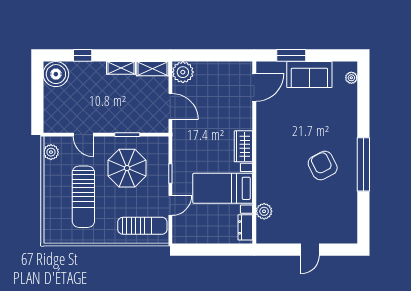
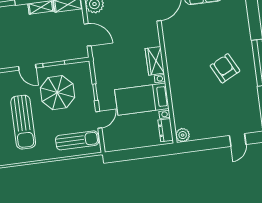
door: (83, 135) -> (27, 67), moved
plant: (264, 211) -> (183, 135), moved
door: (310, 250) -> (238, 140), moved

